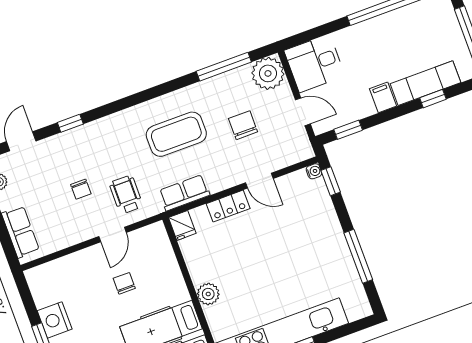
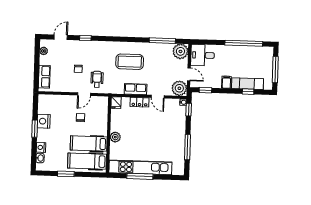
chair: (243, 125) -> (160, 70), removed
plant: (295, 147) -> (179, 88), added
row of seats: (184, 193) -> (136, 89), moved

